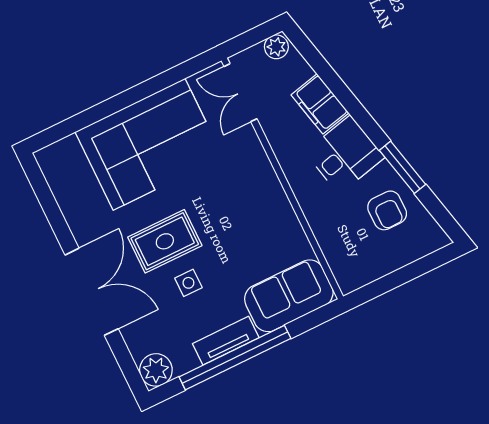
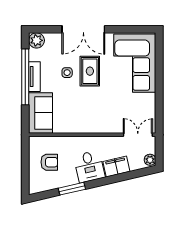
corner sofa: (149, 144) -> (135, 63), moved
armchair: (387, 210) -> (49, 162), moved, turned 180

